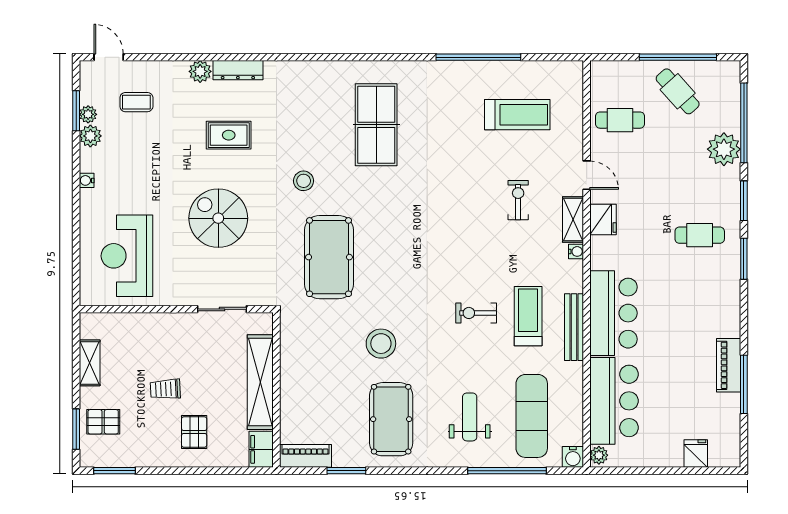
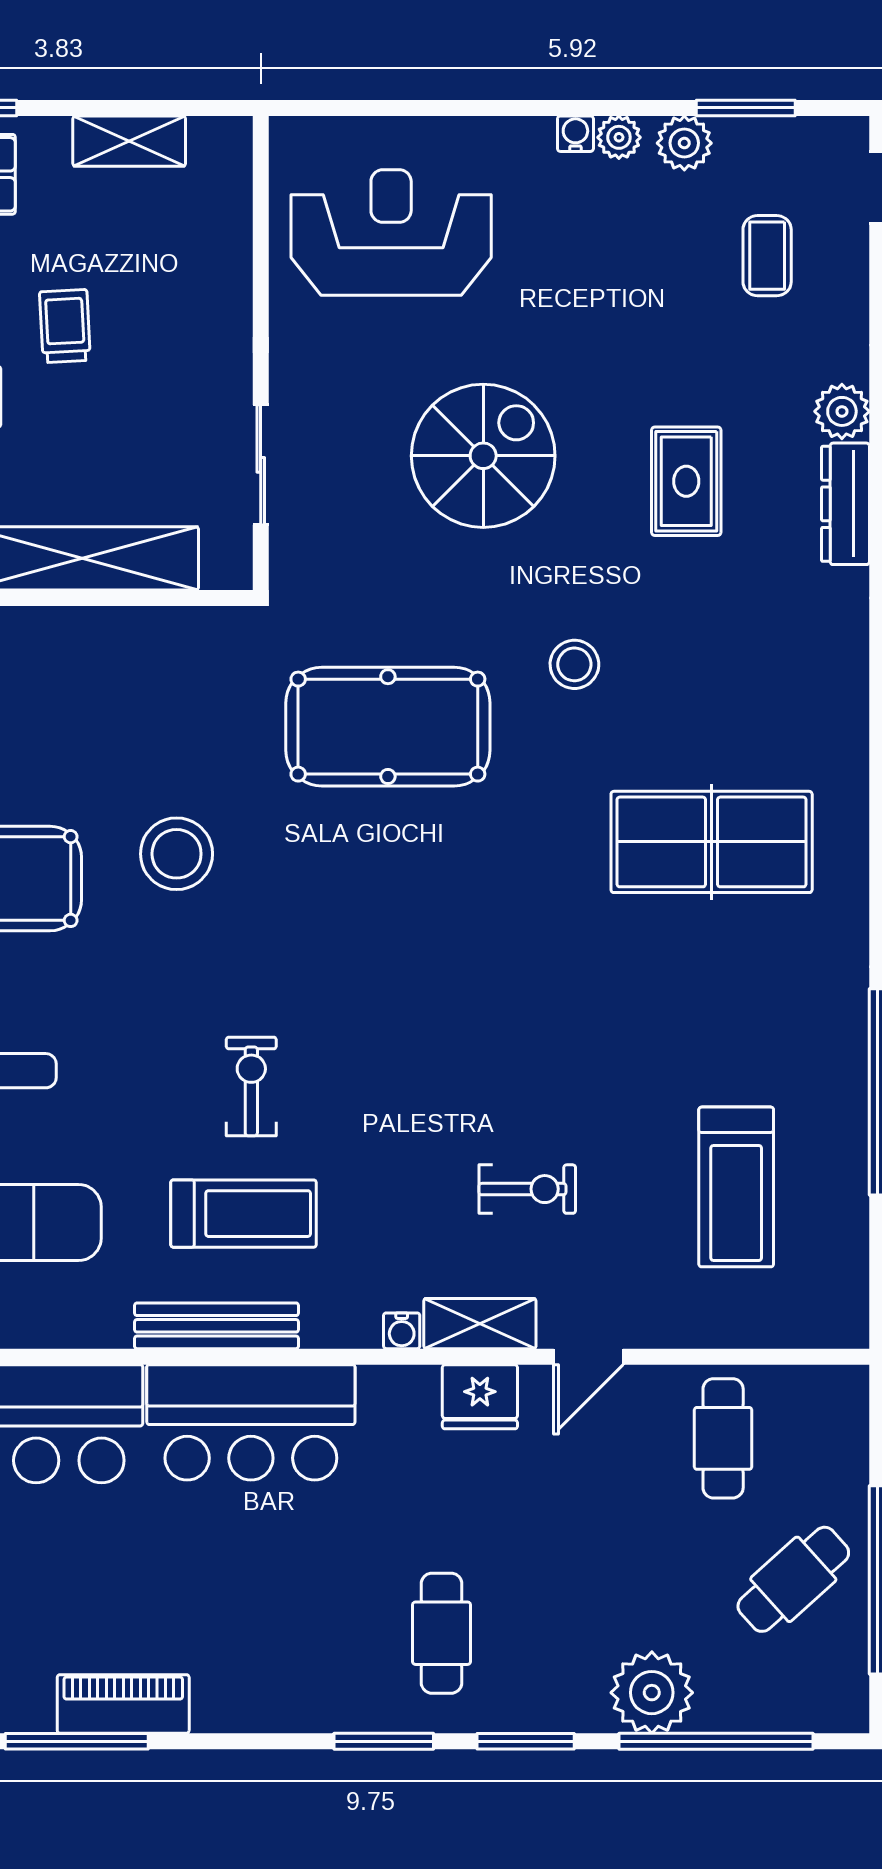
plant: (88, 114) -> (619, 137), moved

